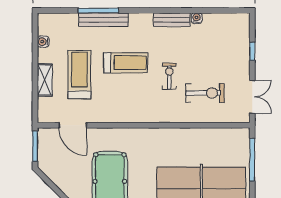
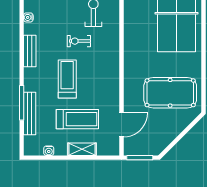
bench: (103, 20) -> (30, 114), moved
bench: (172, 20) -> (30, 51), moved
treadmill: (80, 74) -> (77, 119), turned 180

